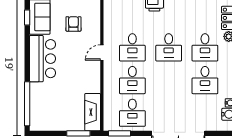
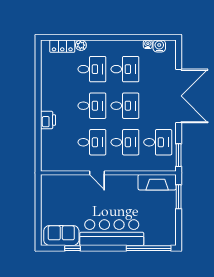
window: (27, 18) -> (73, 248), moved
armchair: (73, 24) -> (68, 202), removed
bar counter: (43, 59) -> (112, 233), width x1.36
desk: (169, 80) -> (125, 106), added

